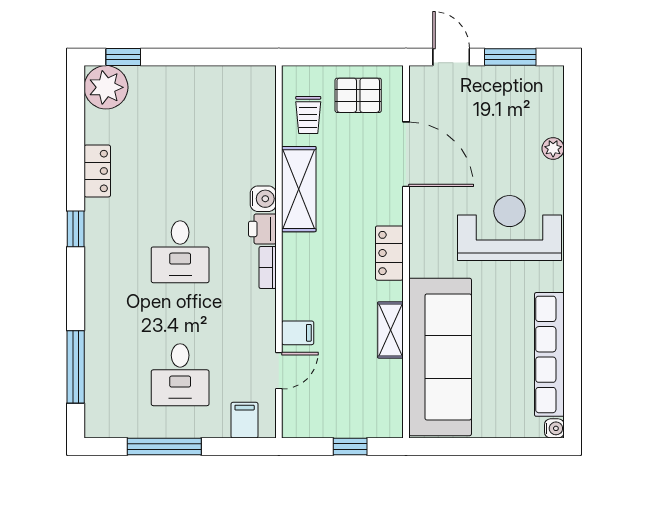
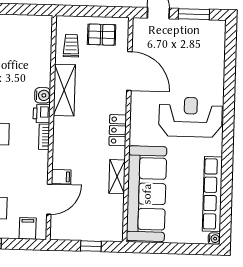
trolley: (308, 115) -> (71, 46), turned 180
plant: (553, 148) -> (218, 70), removed
door: (279, 371) -> (49, 199), width x1.38

